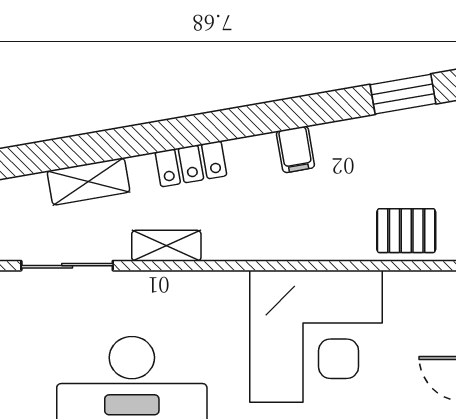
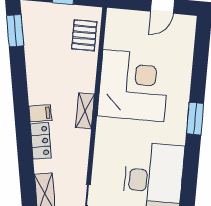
filing cabinet: (295, 149) -> (40, 113), moved
shelving: (166, 246) -> (85, 111), moved

